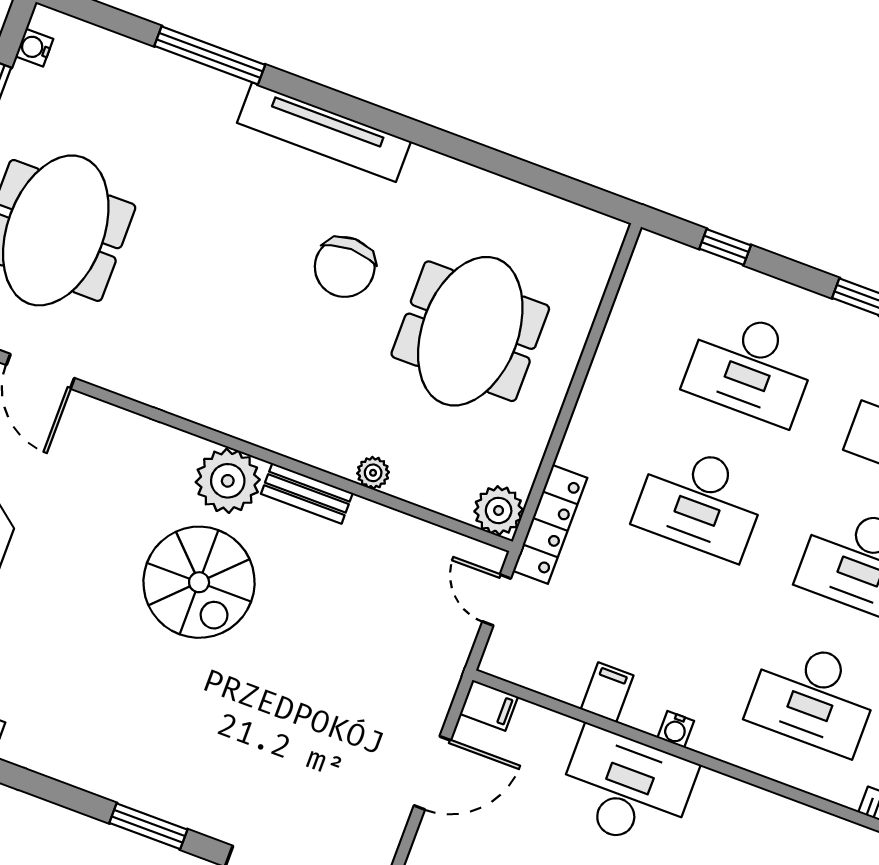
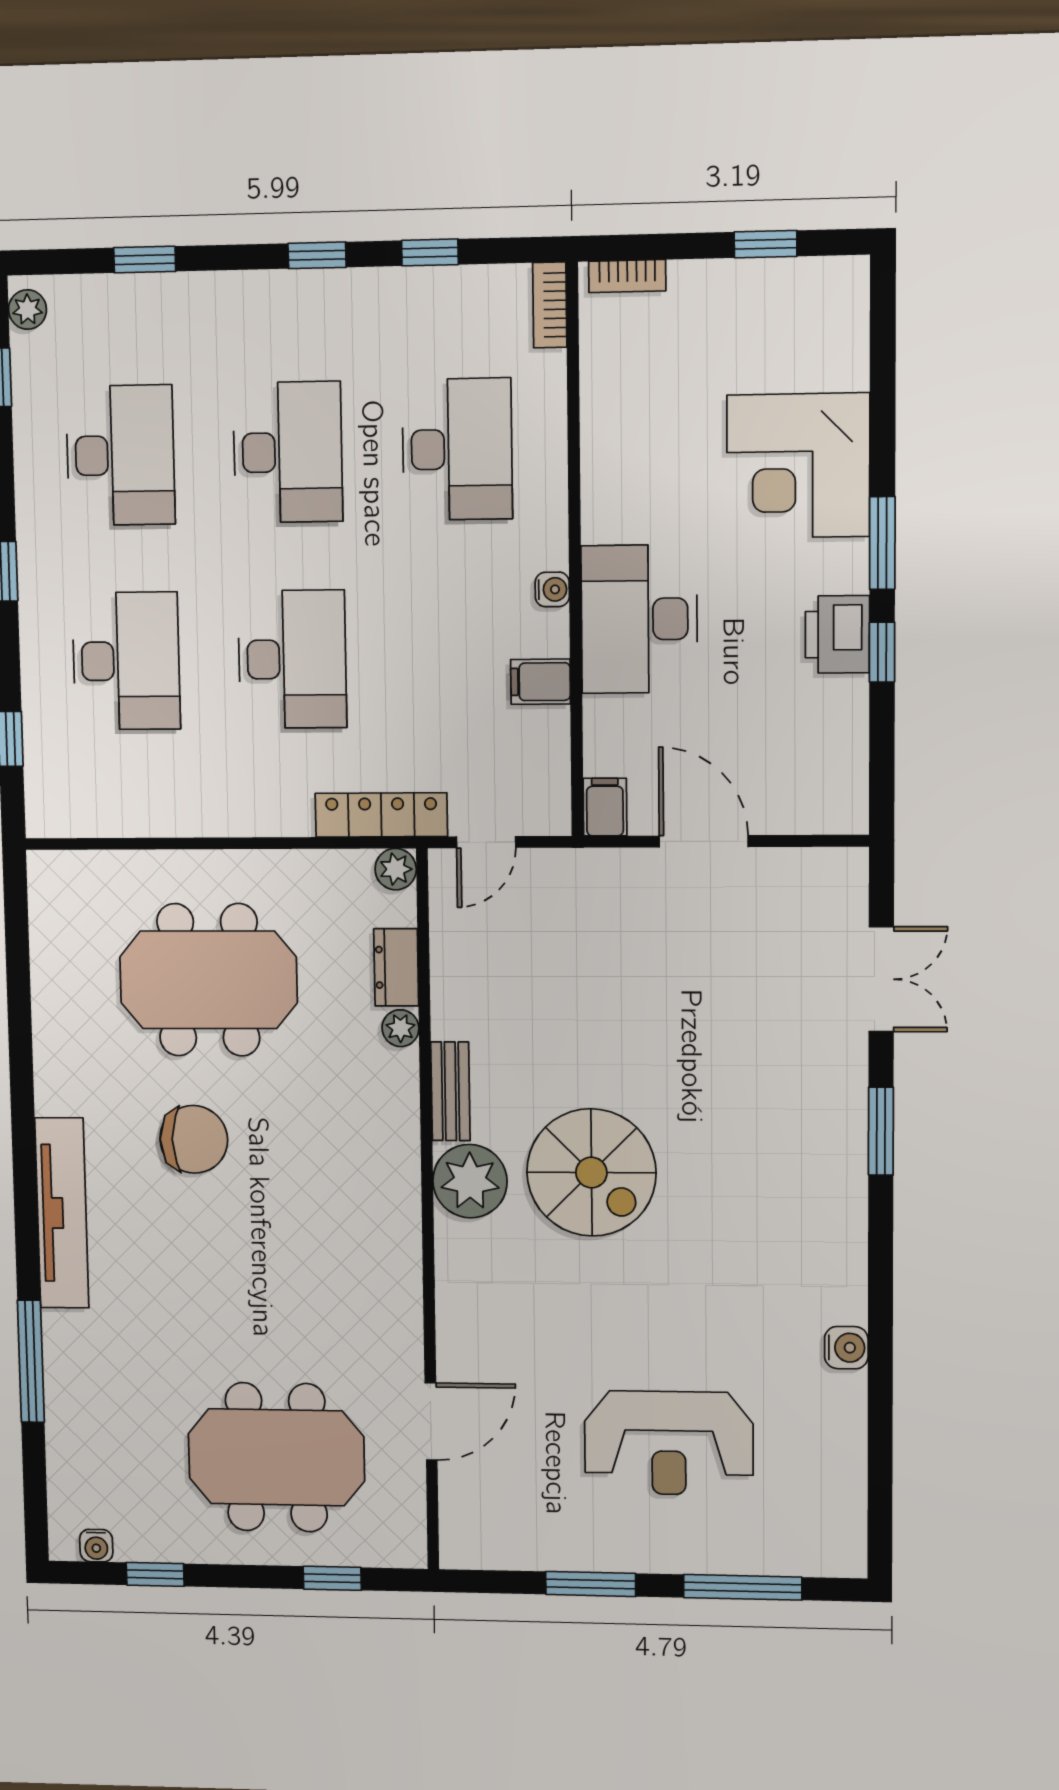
dresser: (423, 489) -> (396, 967), added
plant: (499, 510) -> (396, 869), width x0.73, depth x0.73
spiral stairs: (199, 582) -> (591, 1172), turned 90

